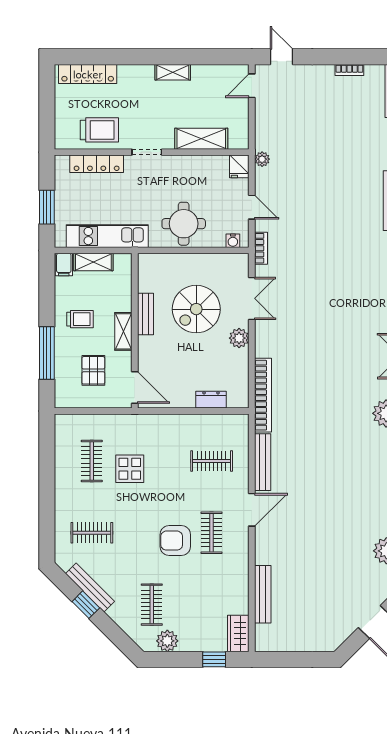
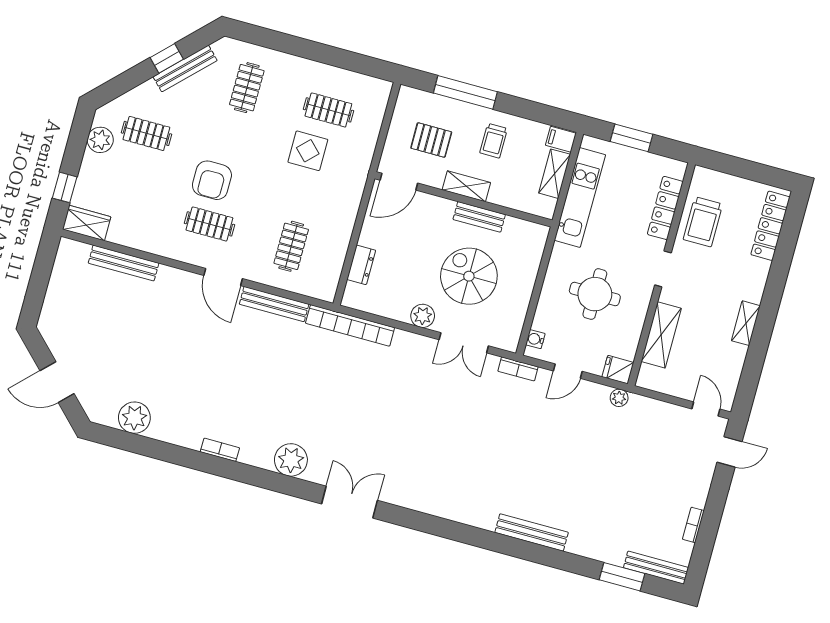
round table: (184, 224) -> (595, 294), moved
armchair: (175, 541) -> (212, 180), turned 180

